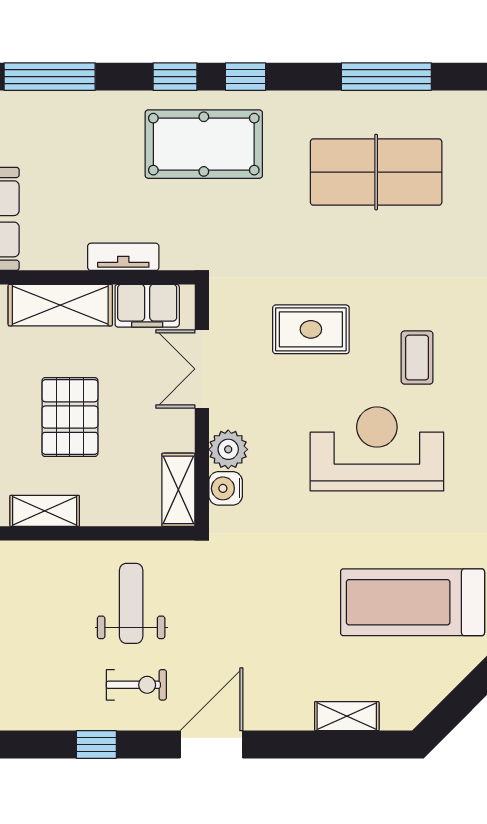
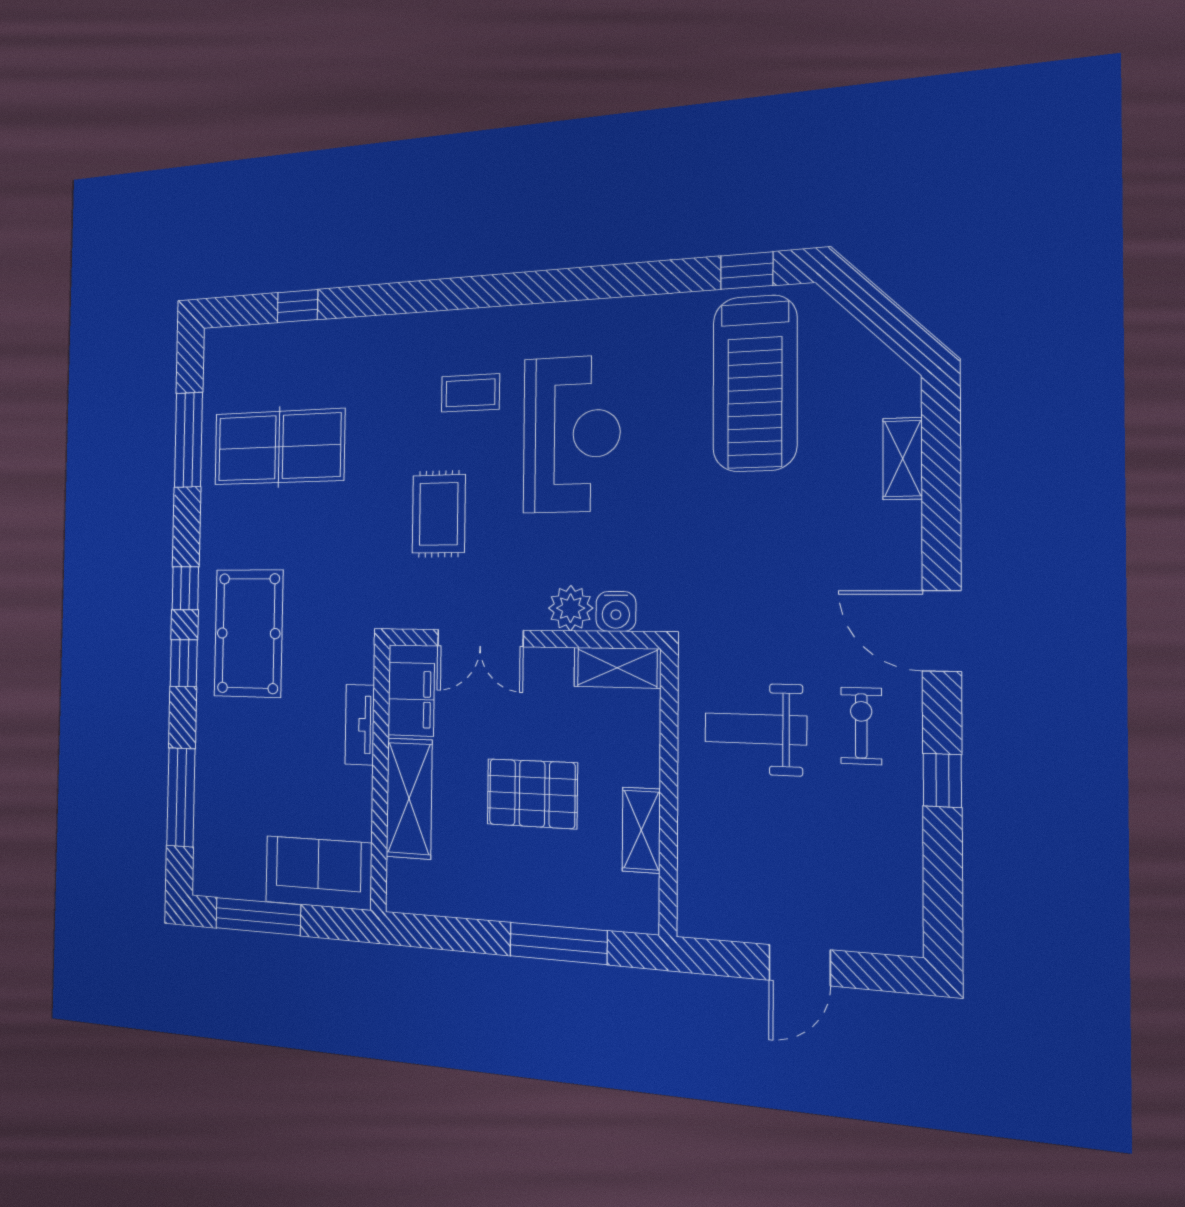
table tennis table: (376, 172) -> (279, 447), turned 90
reception desk: (377, 449) -> (571, 434), turned 180

